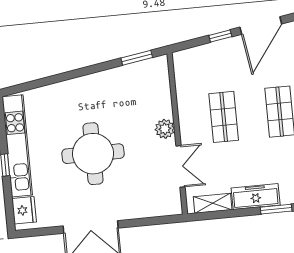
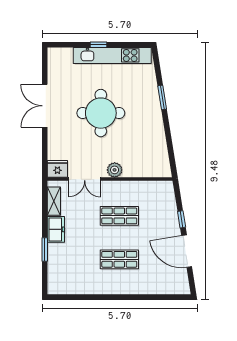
window: (137, 58) -> (162, 97), moved
freezer: (256, 197) -> (56, 229), width x0.71
fridge: (24, 210) -> (57, 169), moved, turned 180

